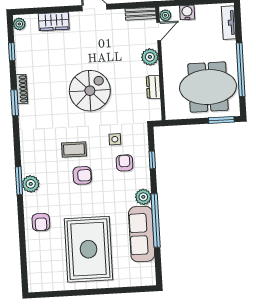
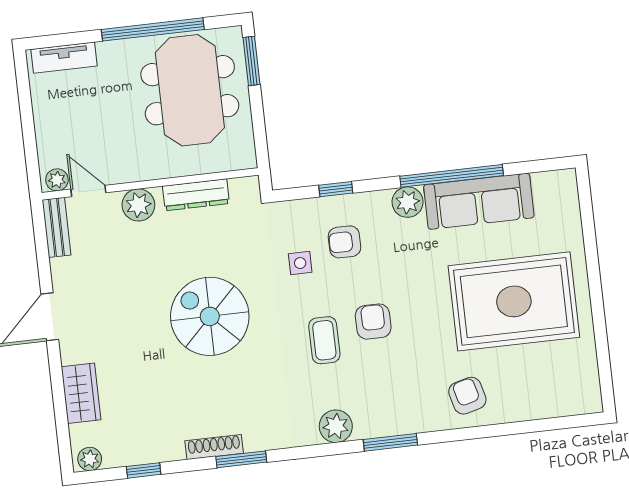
water cooler: (187, 12) -> (49, 139), removed
dresser: (153, 87) -> (196, 195), width x1.44
plant: (31, 184) -> (336, 426), moved
armchair: (41, 222) -> (467, 396), turned -105

